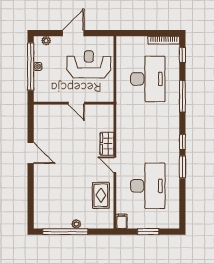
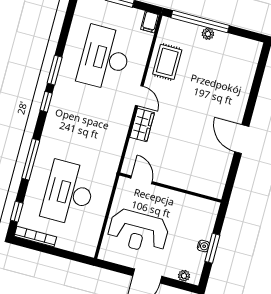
window: (31, 67) -> (212, 248), width x0.47
door: (76, 103) -> (142, 180), moved
window: (65, 232) -> (200, 22), moved

